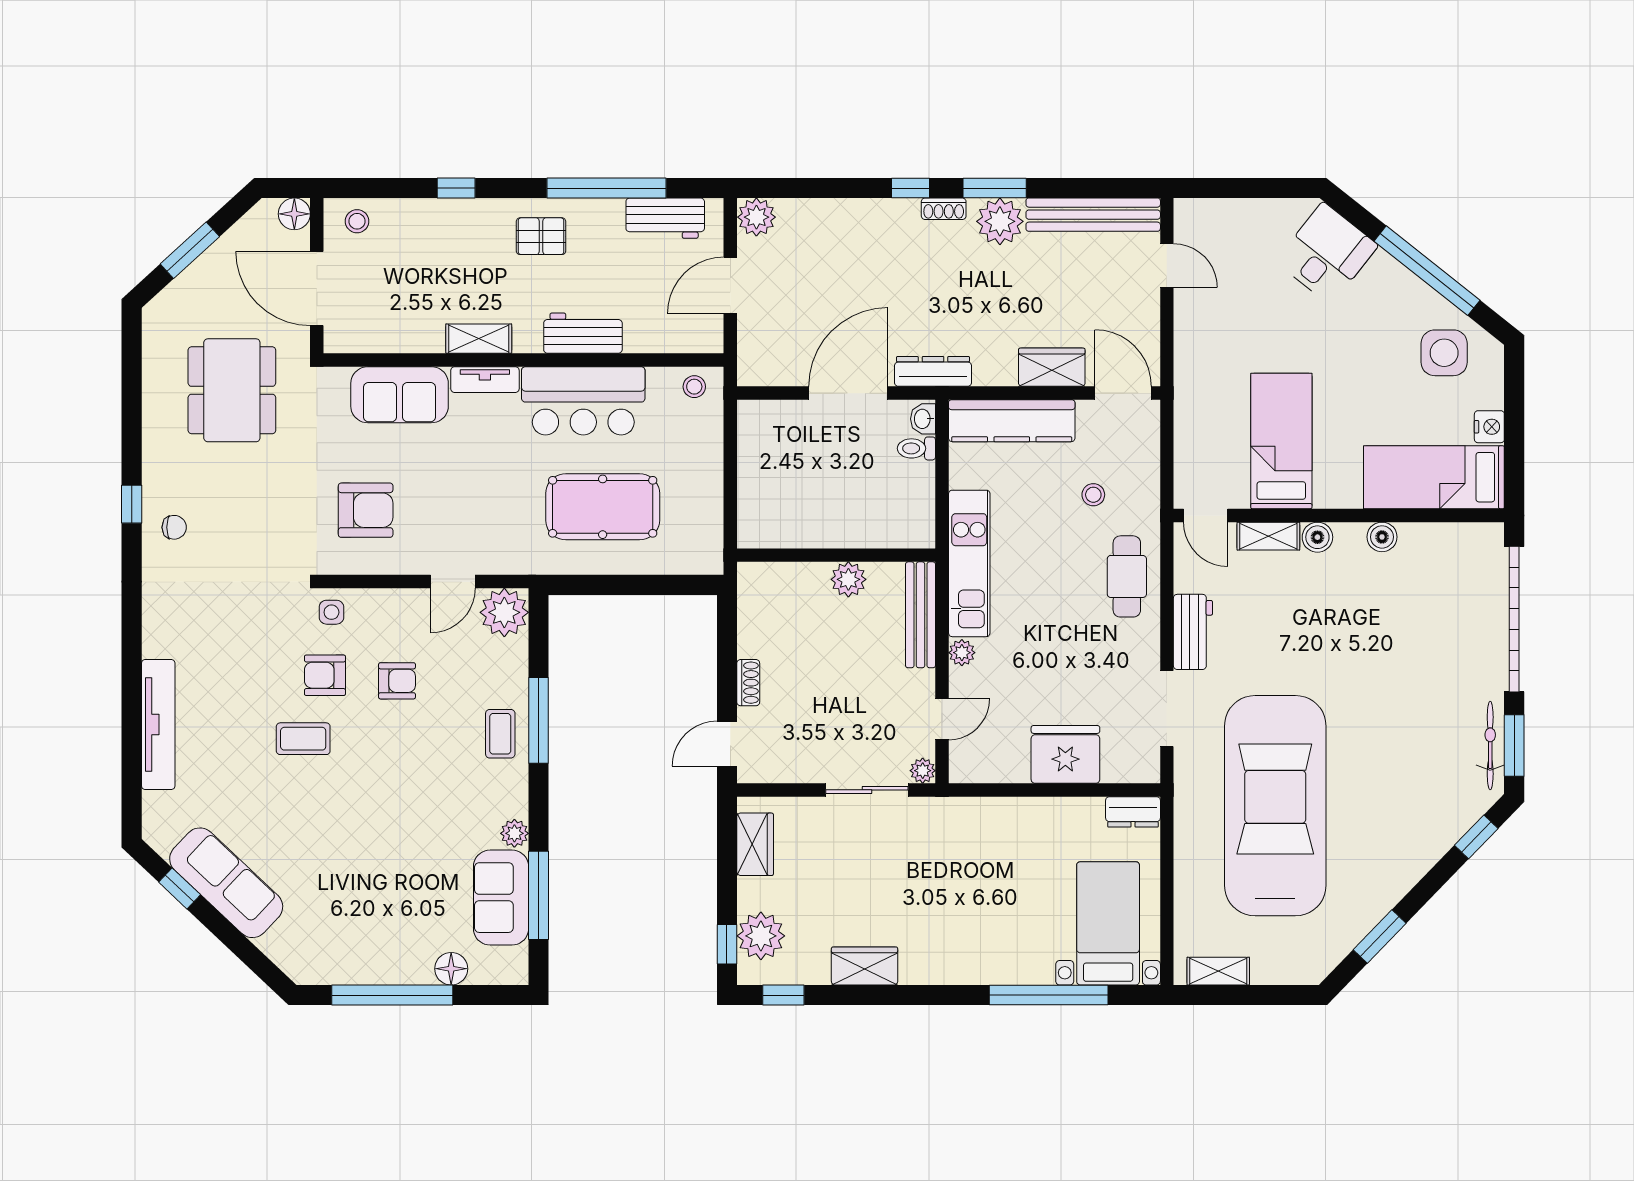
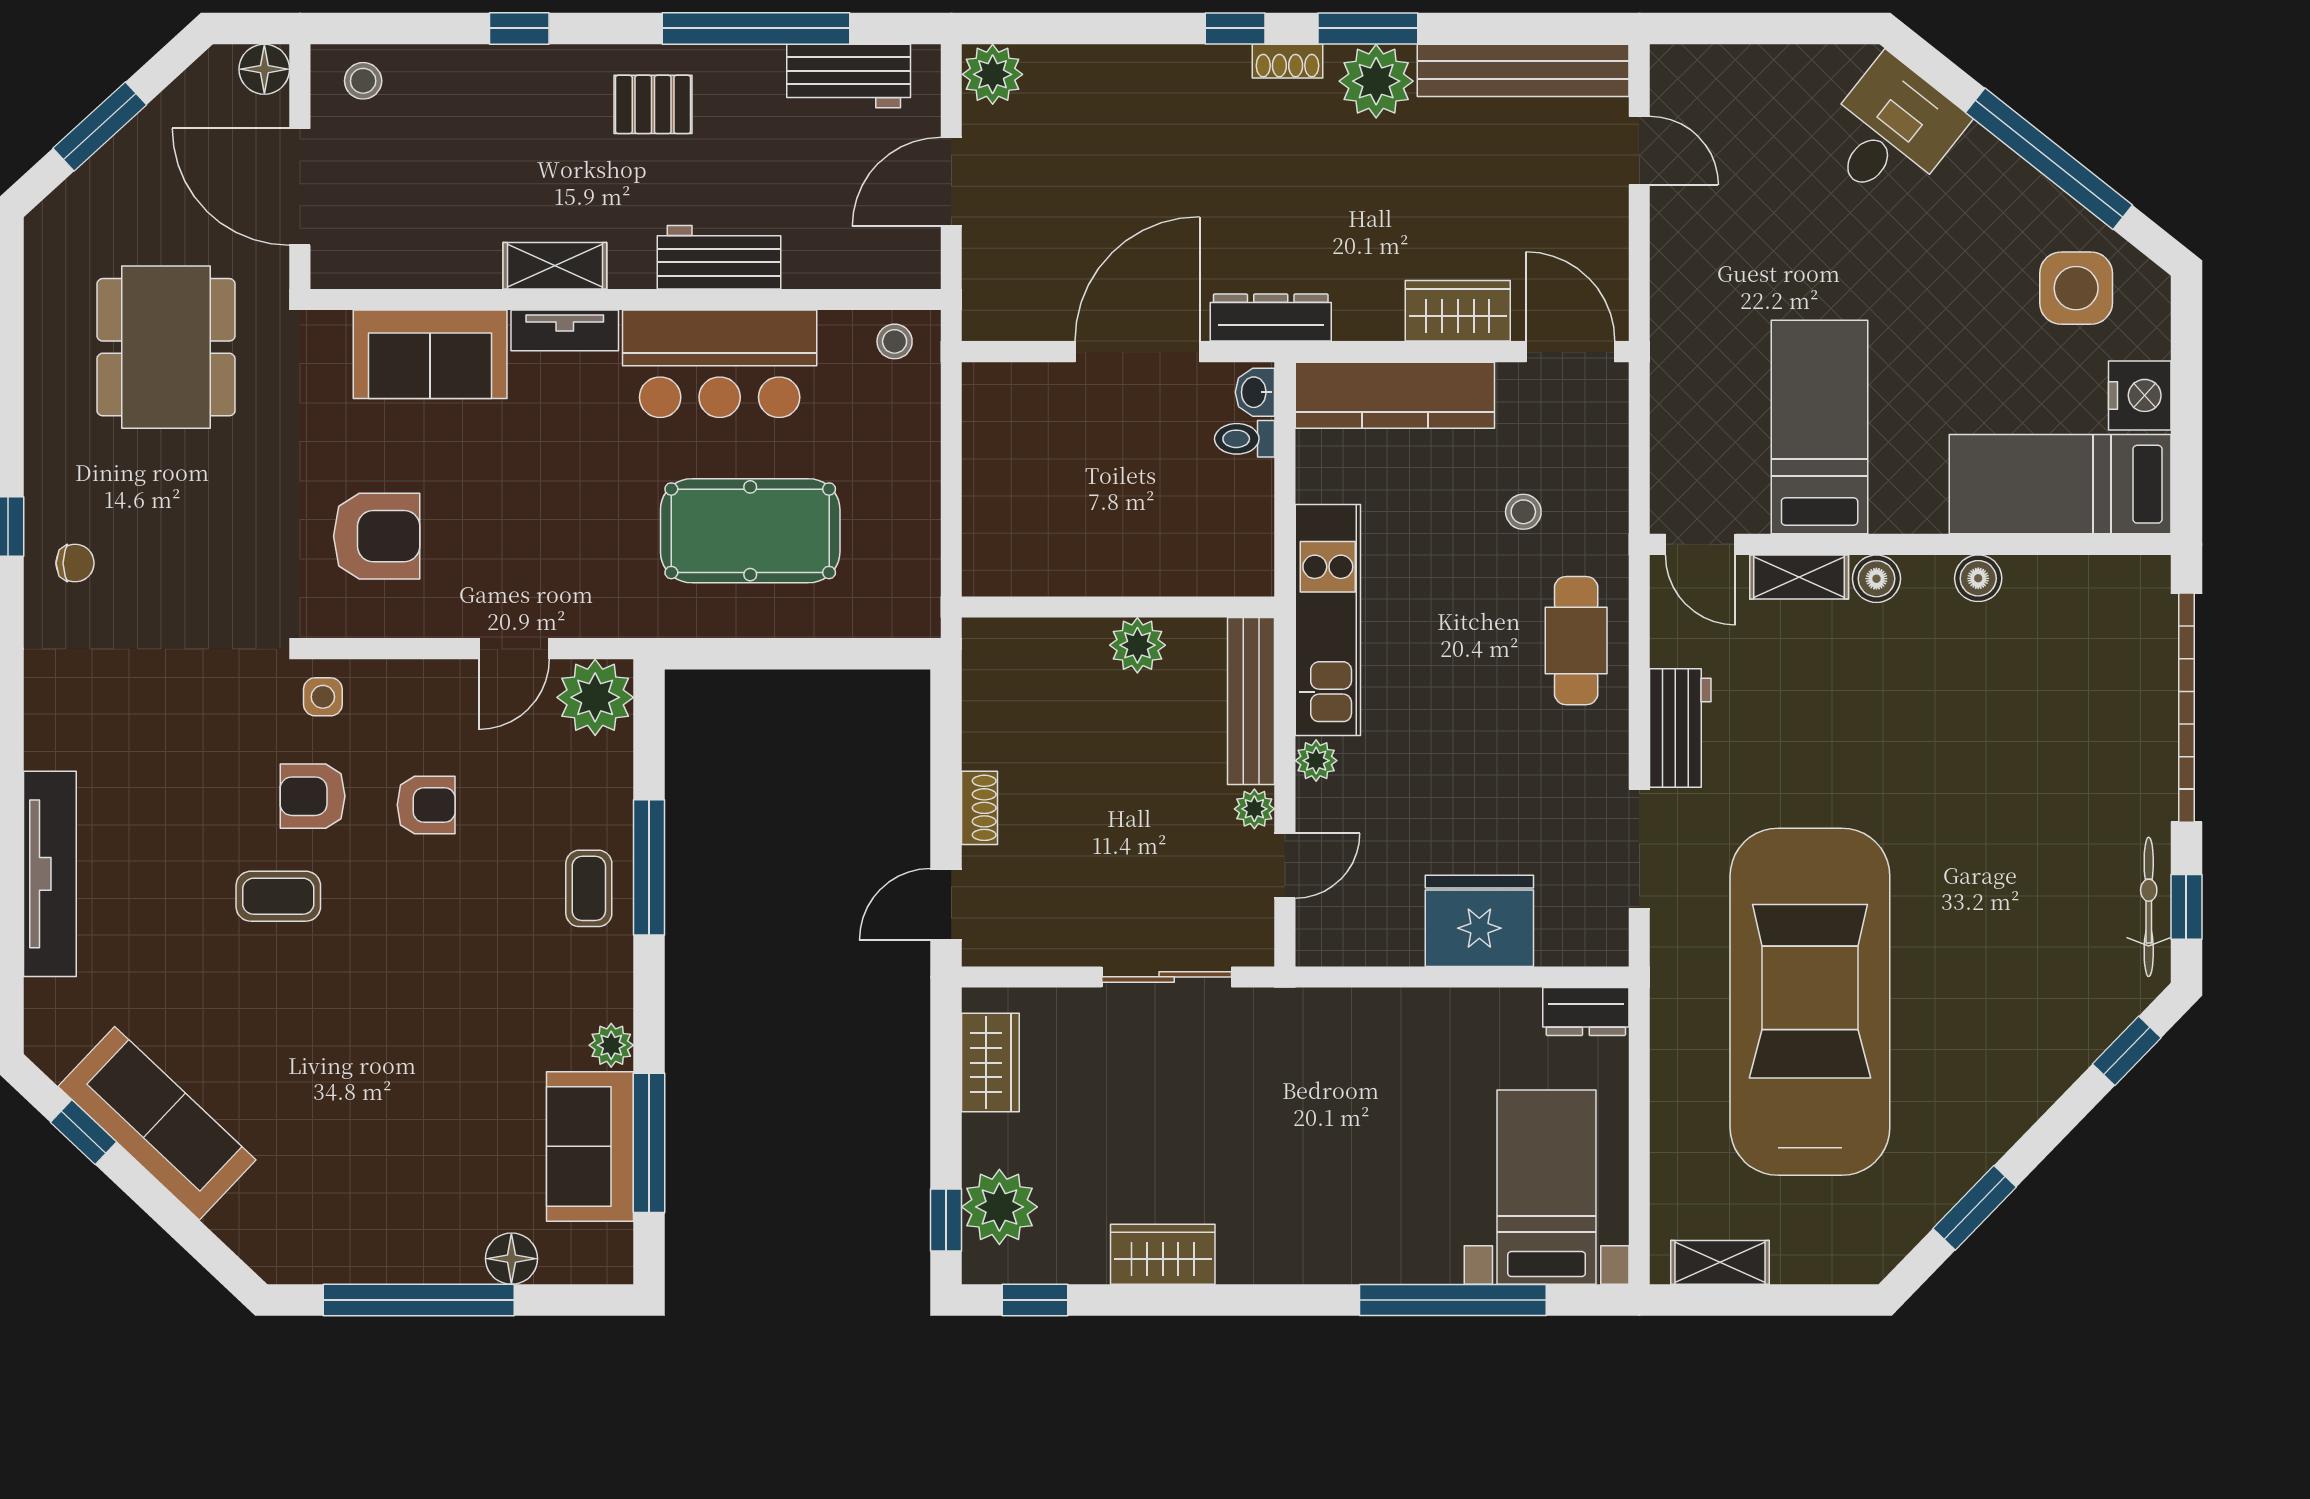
nightstand: (1489, 427) -> (2140, 395), width x1.36, depth x1.33
window: (1514, 745) -> (2186, 907), width x0.67
plant: (923, 771) -> (1254, 809), moved

